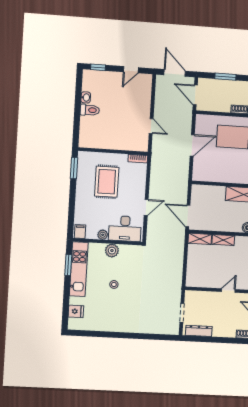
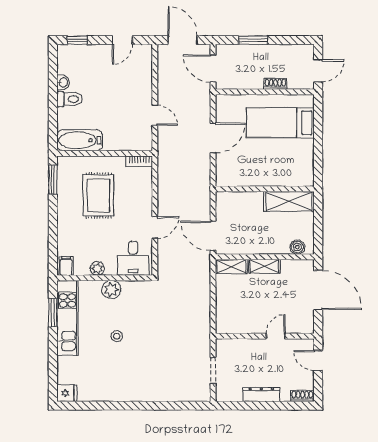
bathtub: (95, 141) -> (80, 140), added
desk: (125, 229) -> (133, 258), width x0.73
fridge: (76, 311) -> (67, 393), moved
dresser: (199, 331) -> (261, 394), moved

